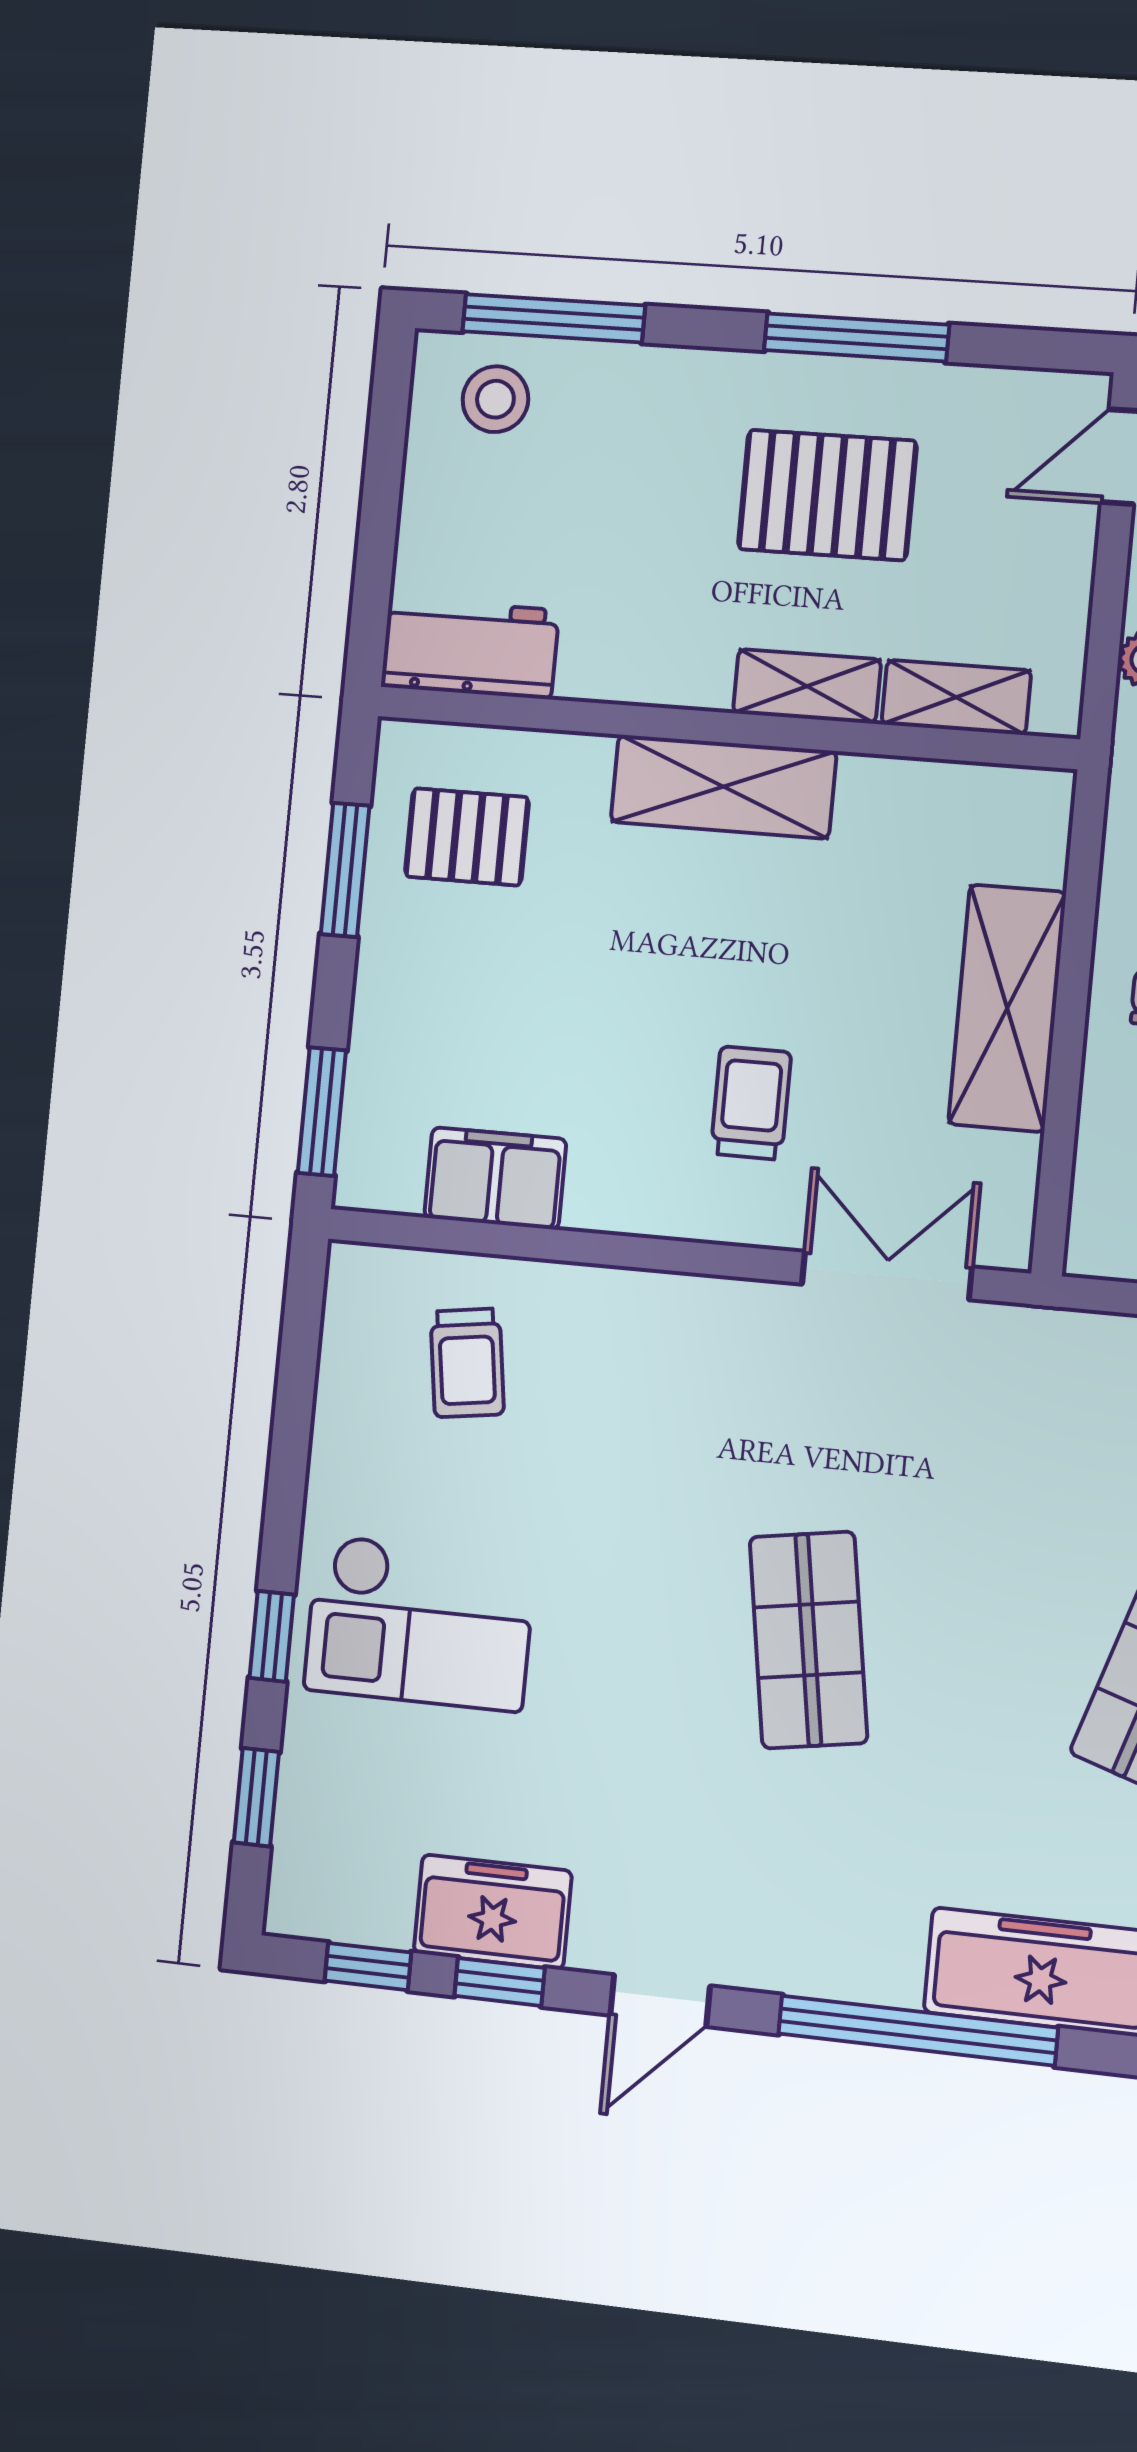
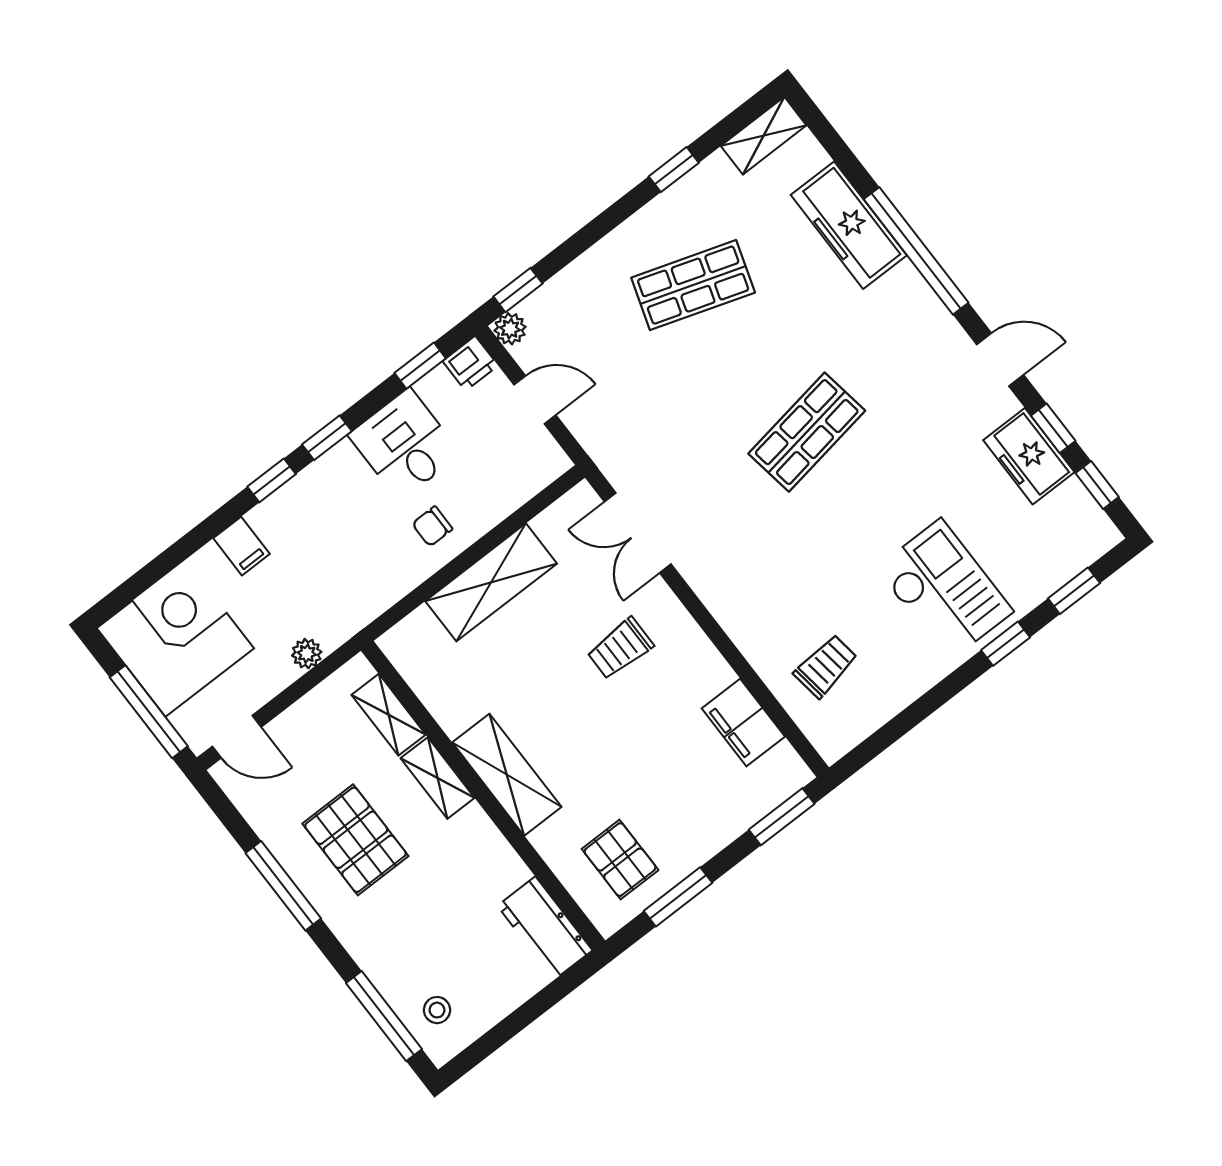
stool: (495, 399) -> (437, 1010), width x0.73, depth x0.73

